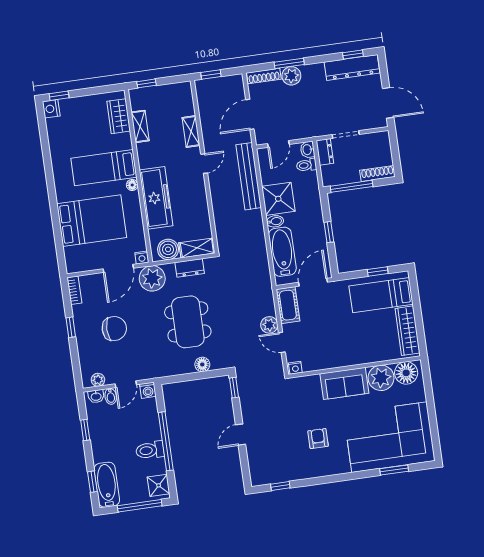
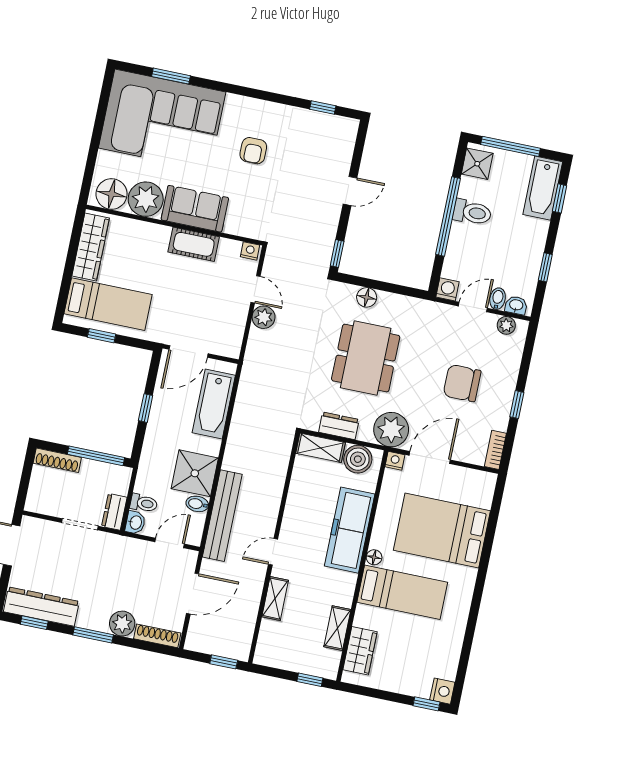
window: (289, 63) -> (93, 635), moved
bidet: (275, 221) -> (197, 504), moved
cot: (288, 305) -> (194, 244), moved, turned 90

